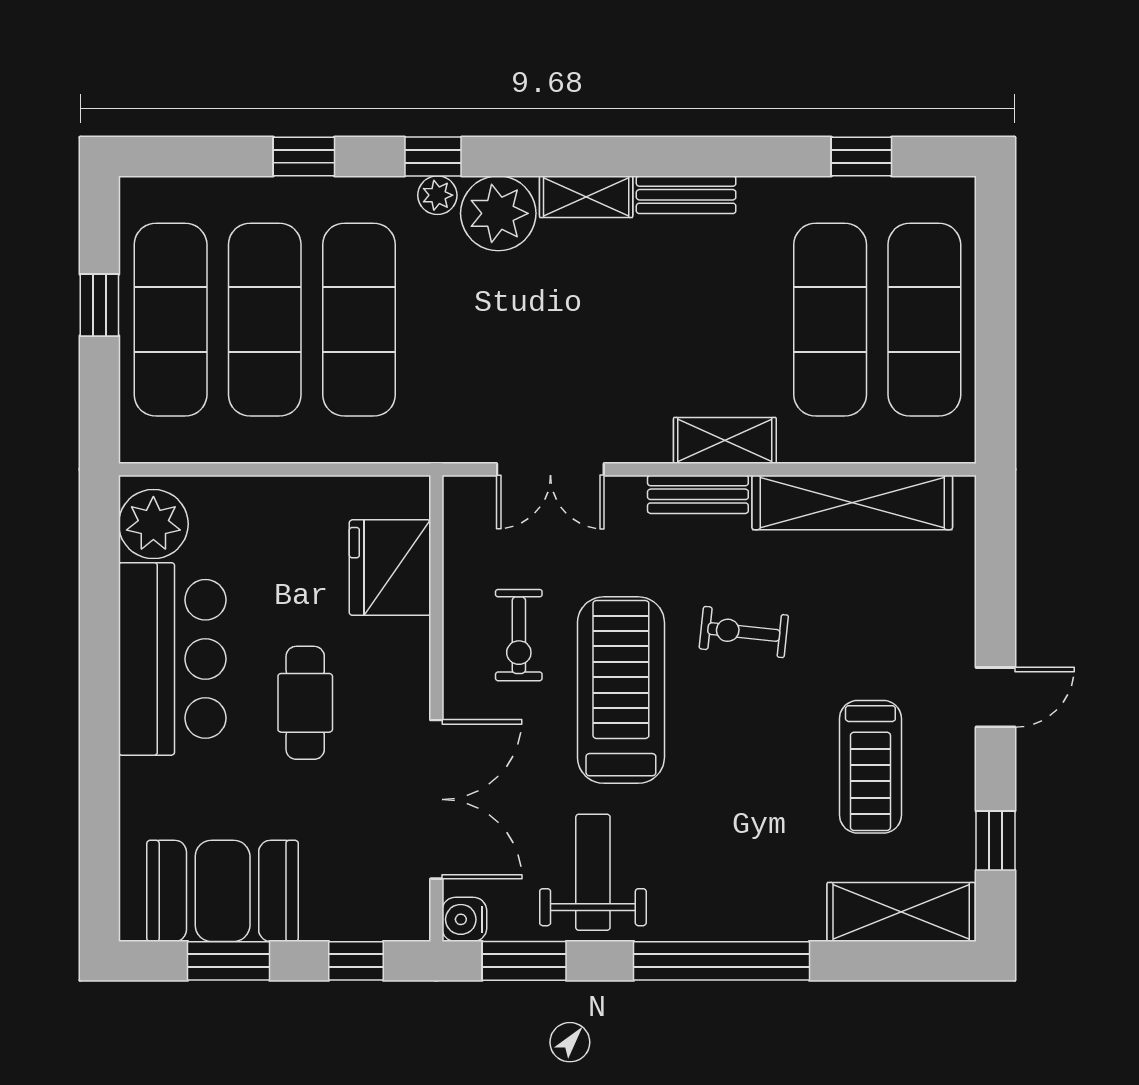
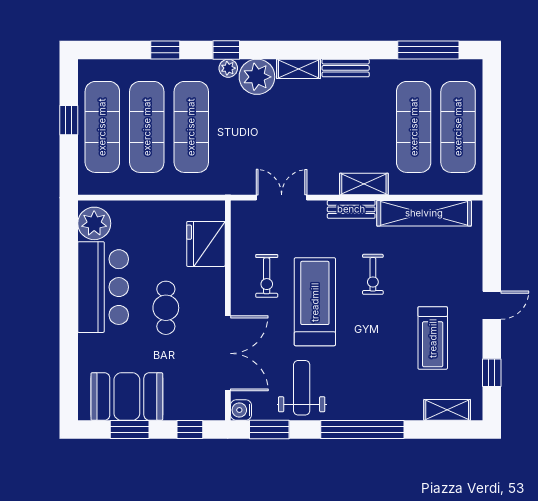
window: (861, 156) -> (428, 50), width x2.17
double door: (550, 469) -> (282, 198), swing flipped
exercise bike: (744, 632) -> (373, 274), turned -96
shelving: (901, 912) -> (447, 410), width x0.67, depth x0.75

